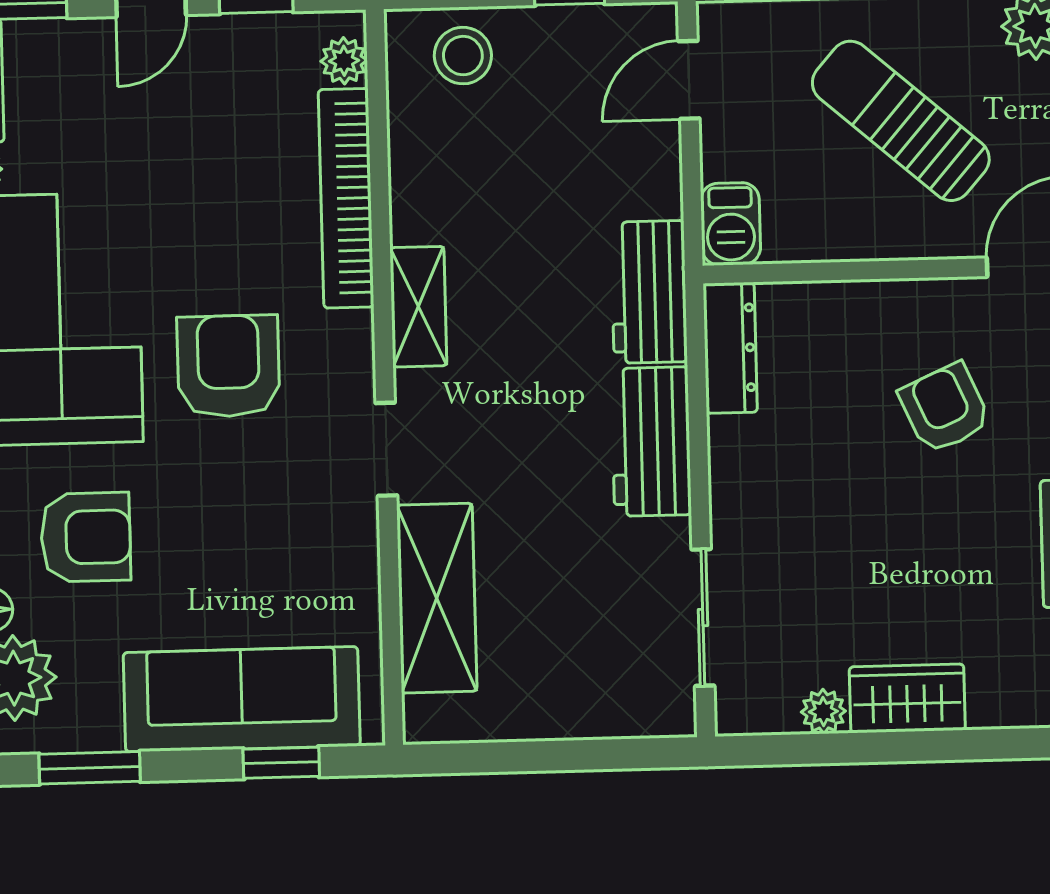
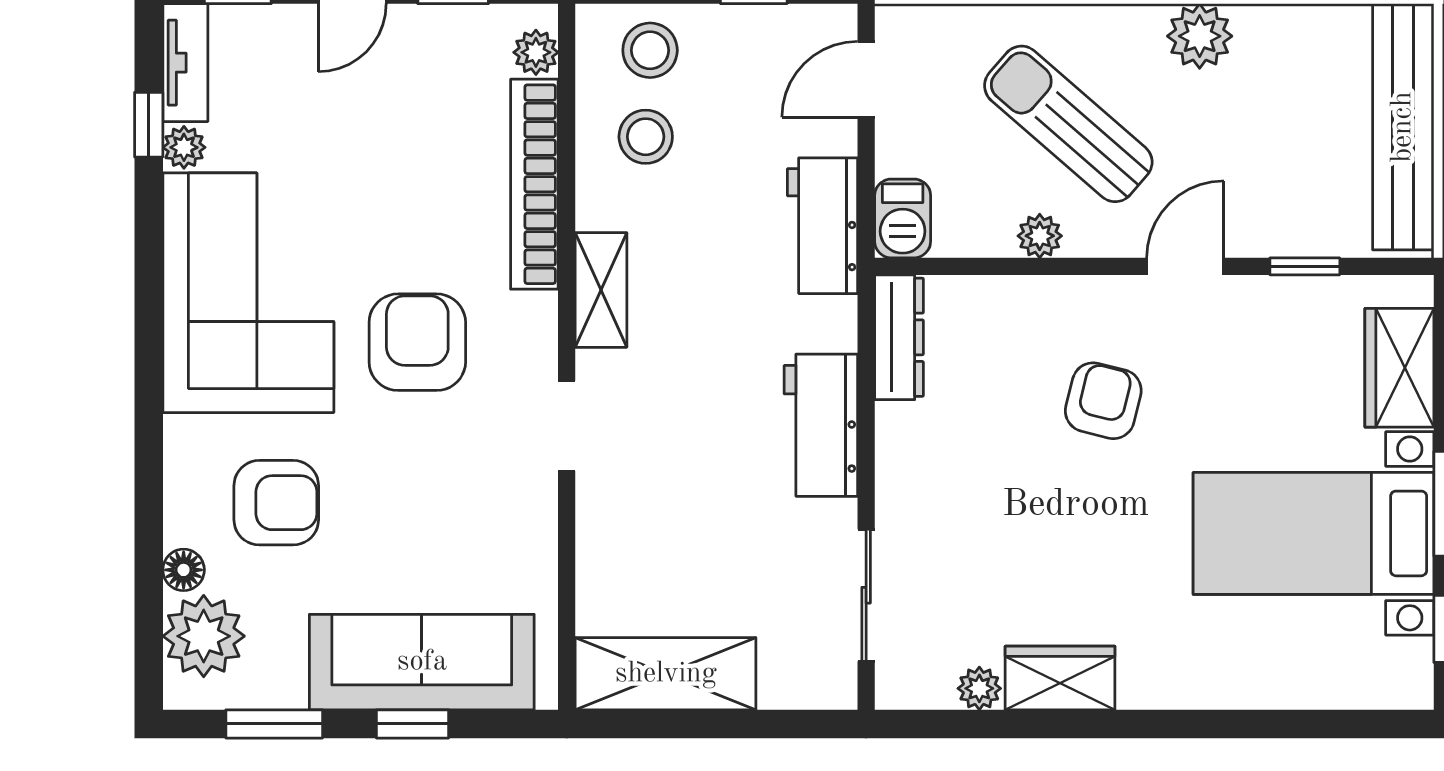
stool: (461, 146) -> (646, 137), added
plant: (874, 238) -> (1040, 236), added
workbench: (649, 292) -> (823, 226), moved
armchair: (945, 408) -> (1103, 401), turned 38
shelving: (437, 598) -> (666, 674), moved, turned 90
window: (281, 763) -> (413, 724), moved

